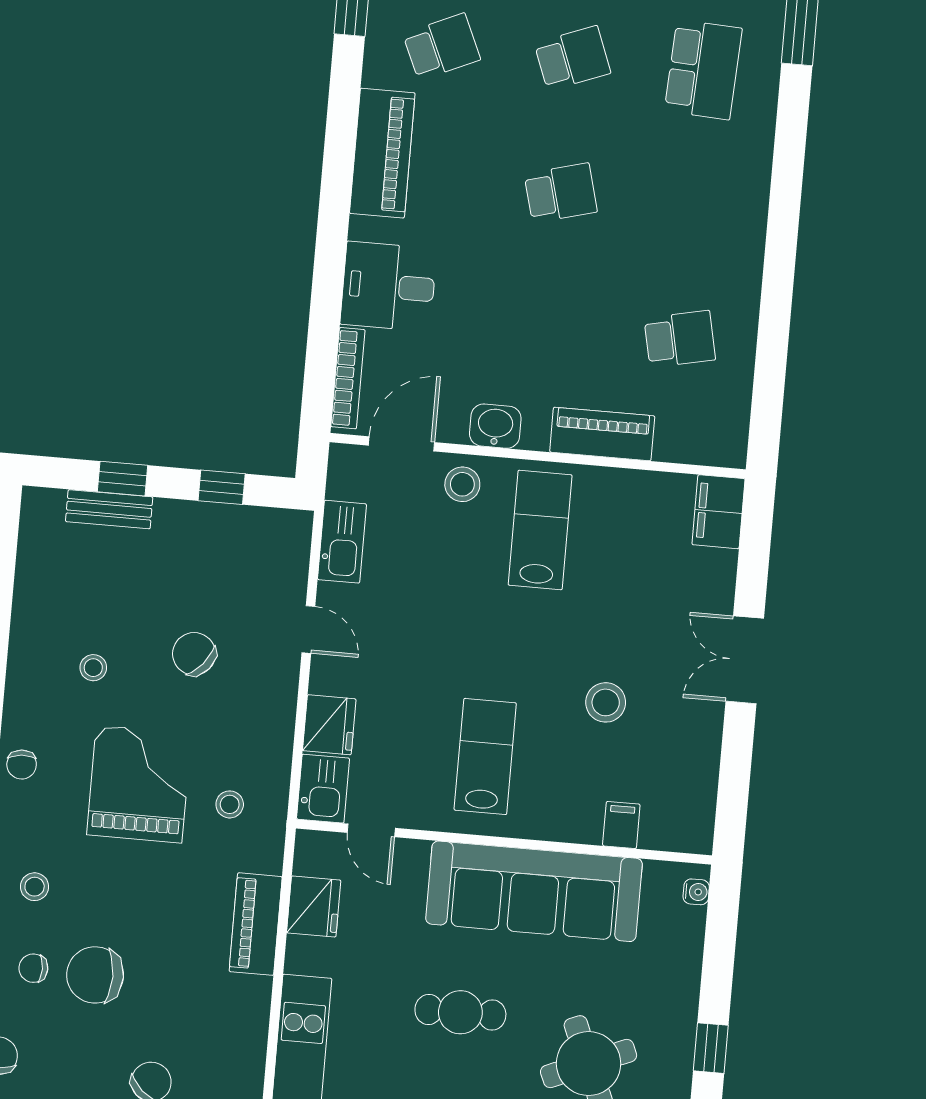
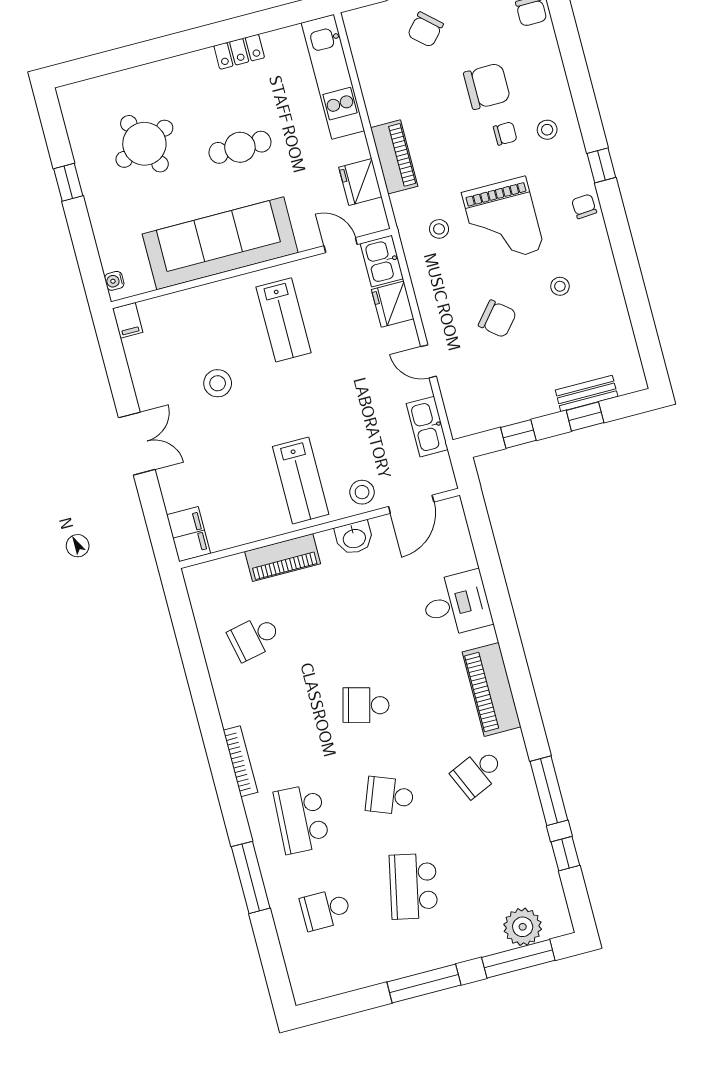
school desk: (572, 58) -> (390, 796), turned 42
school desk: (561, 193) -> (366, 705), turned 30
bookcase: (348, 378) -> (240, 761), moved, turned 180
filing cabinet: (621, 825) -> (128, 320), moved
chair: (33, 968) -> (505, 133), moved

